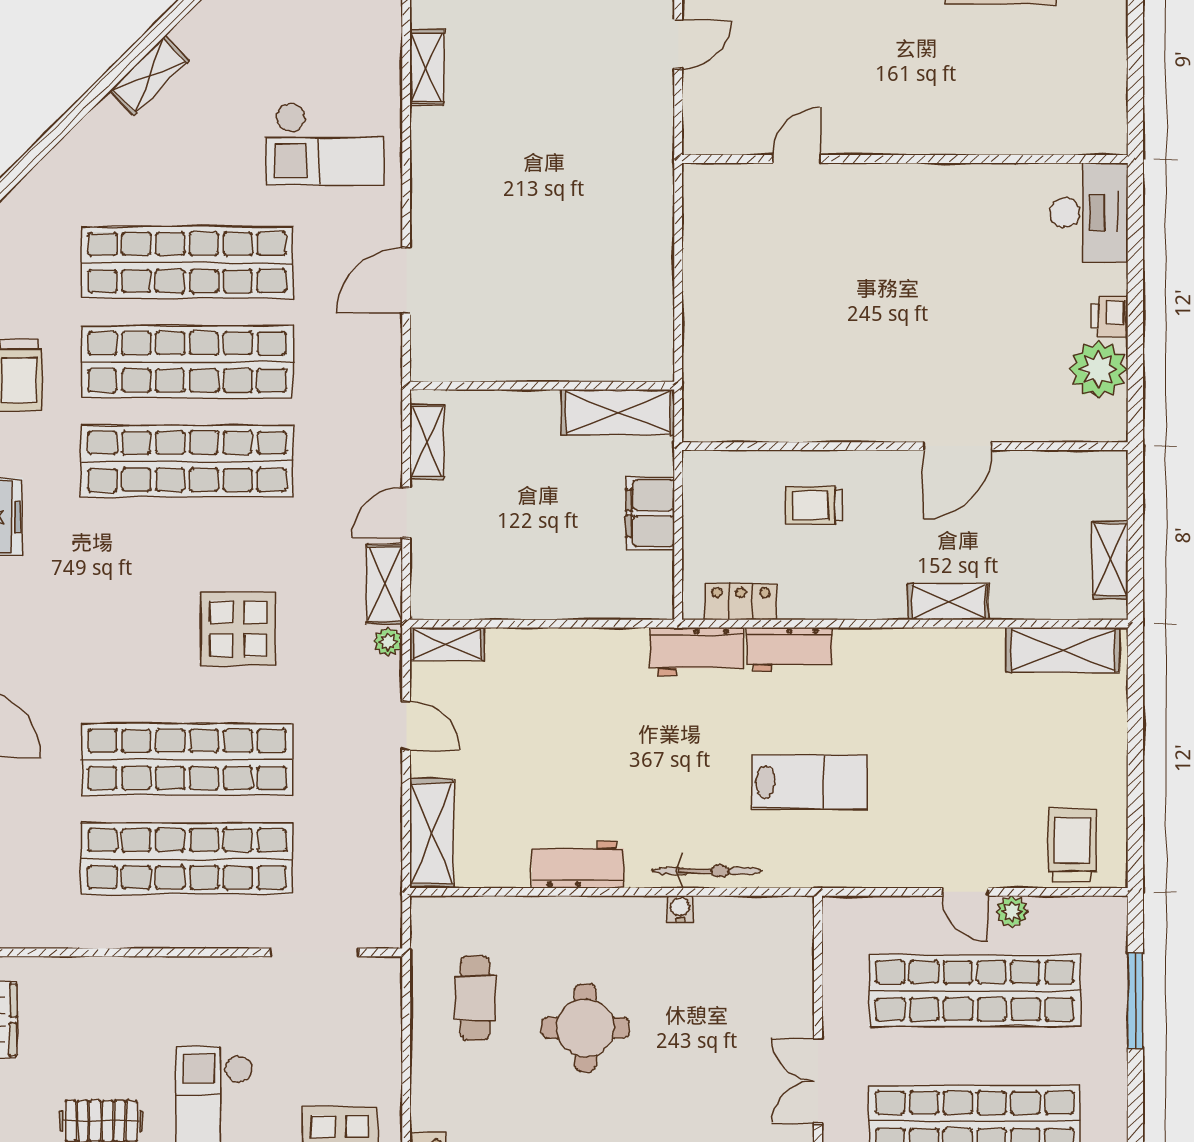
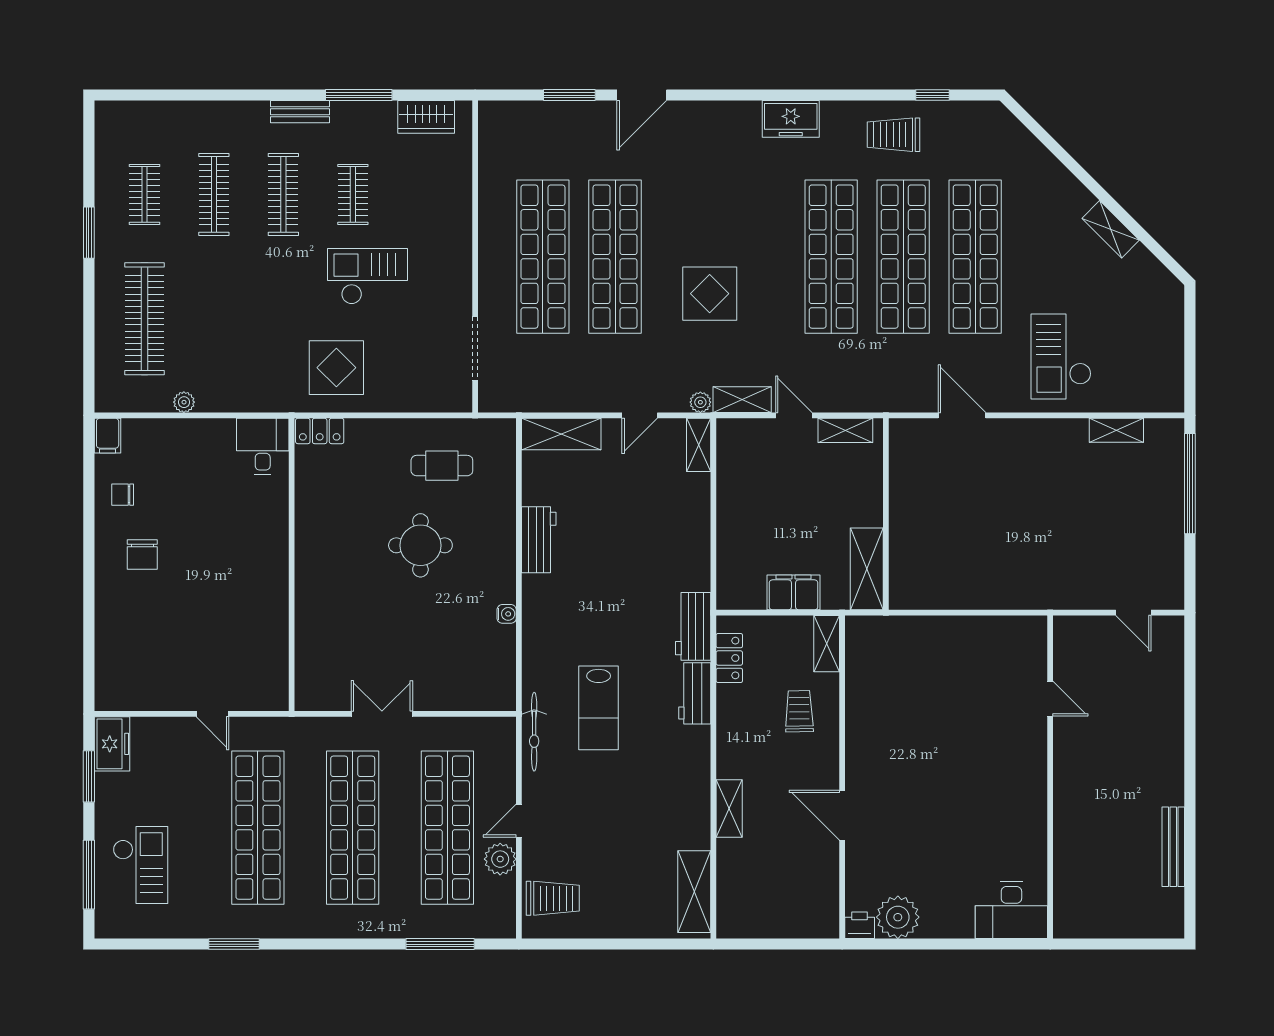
printer: (1109, 316) -> (860, 925), moved
shelving: (1110, 560) -> (827, 644), moved, turned 90
bicycle: (707, 871) -> (534, 732), moved
plant: (1012, 912) -> (500, 859), width x1.38, depth x1.38

